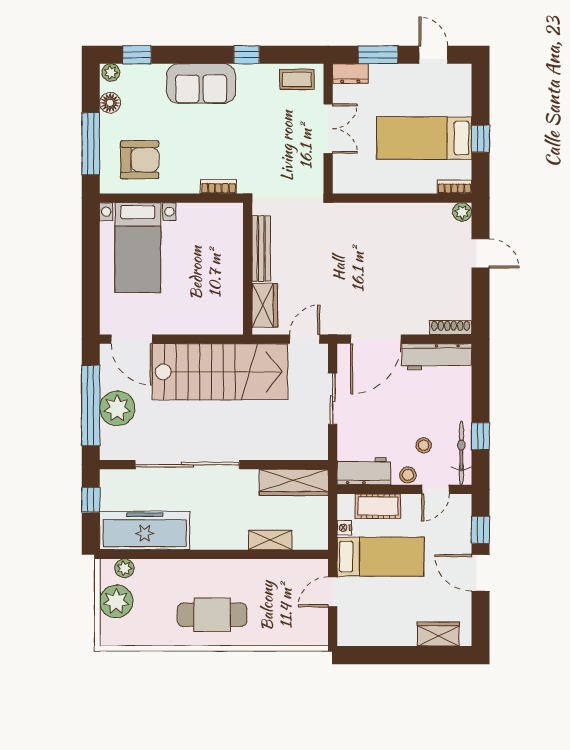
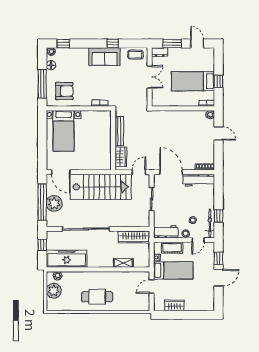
sofa: (201, 84) -> (104, 57), moved
door: (376, 339) -> (171, 172), swing flipped
door: (480, 573) -> (218, 278), swing flipped
wardrobe: (438, 634) -> (174, 305), moved

